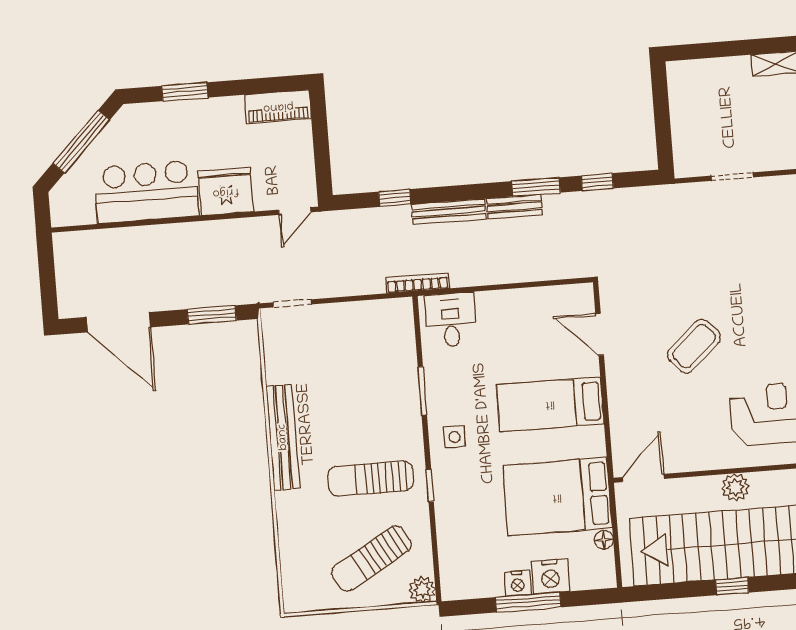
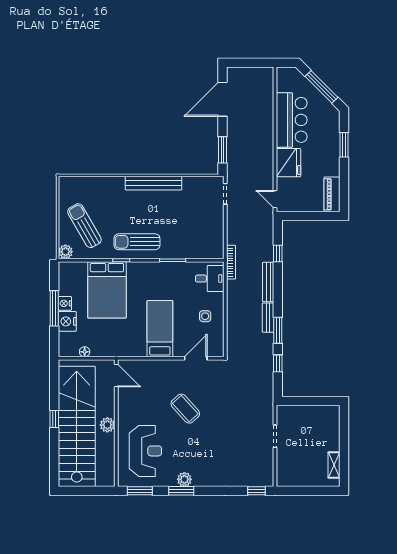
side table: (454, 437) -> (205, 316), moved
sun lounger: (371, 479) -> (137, 242), moved, turned -90
bed: (557, 497) -> (107, 290), moved, turned 180

